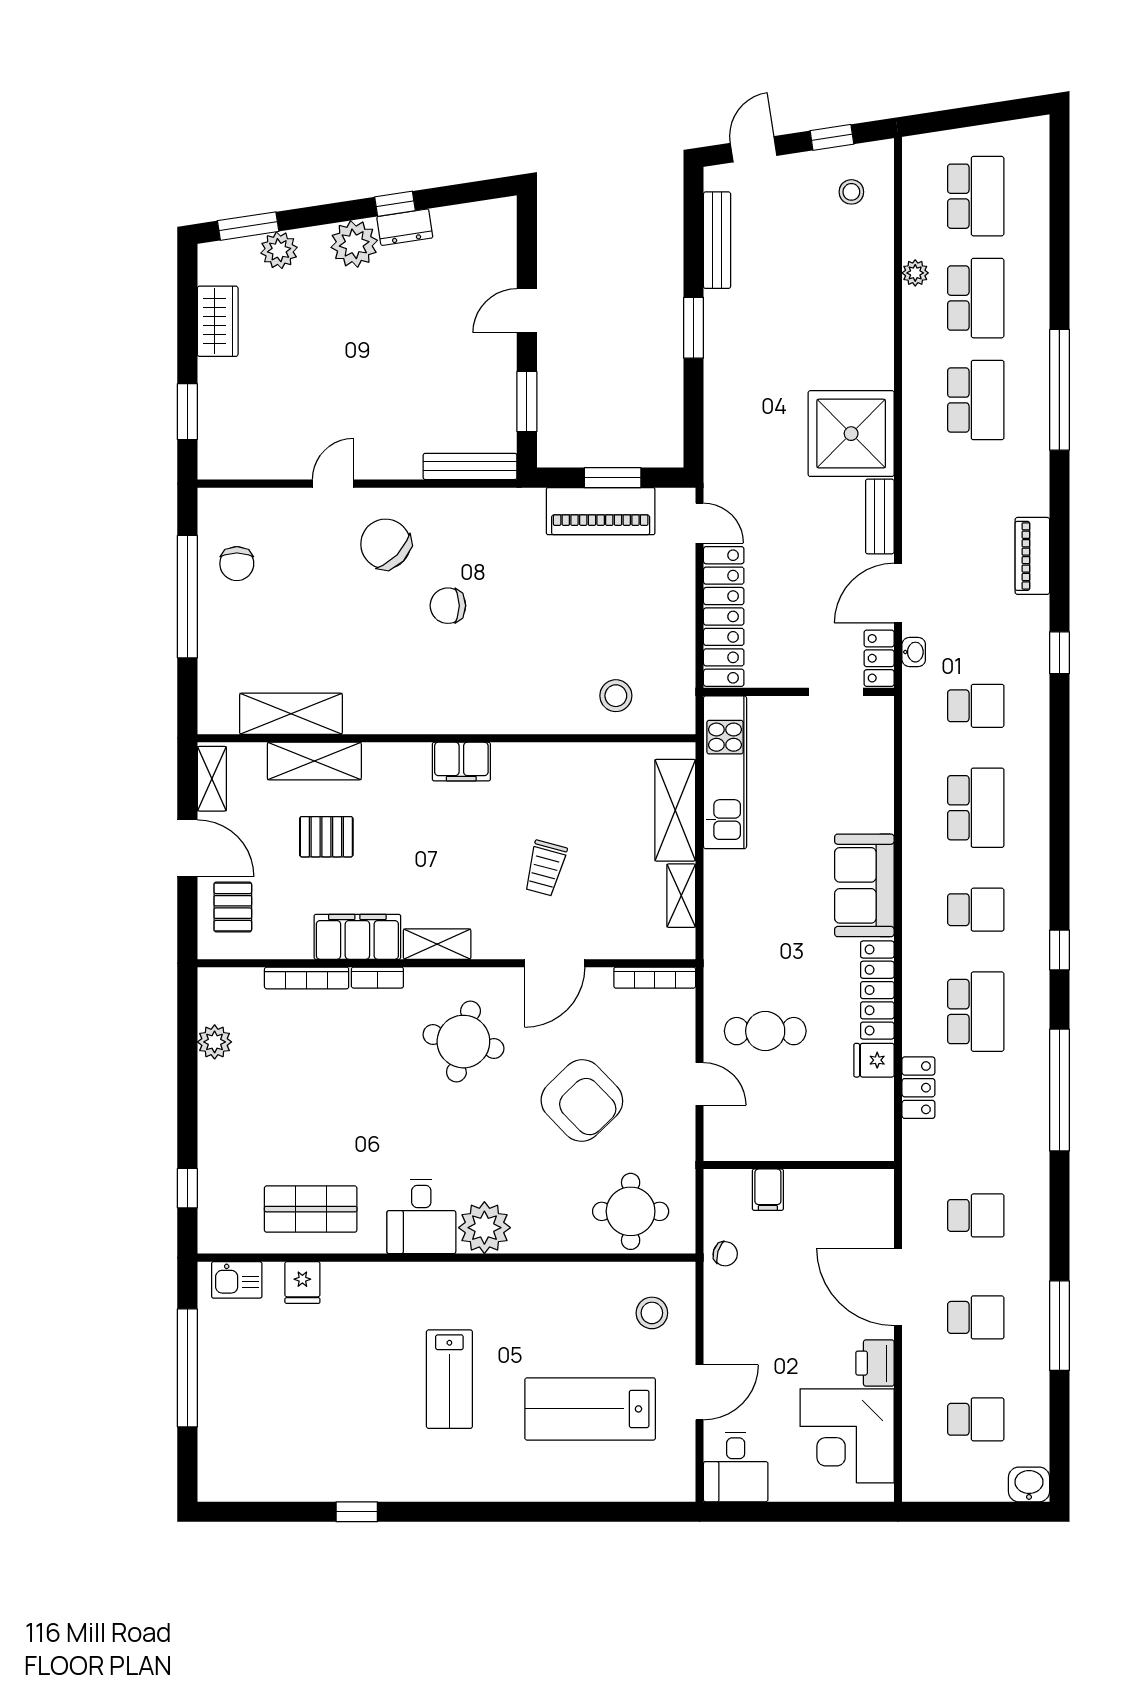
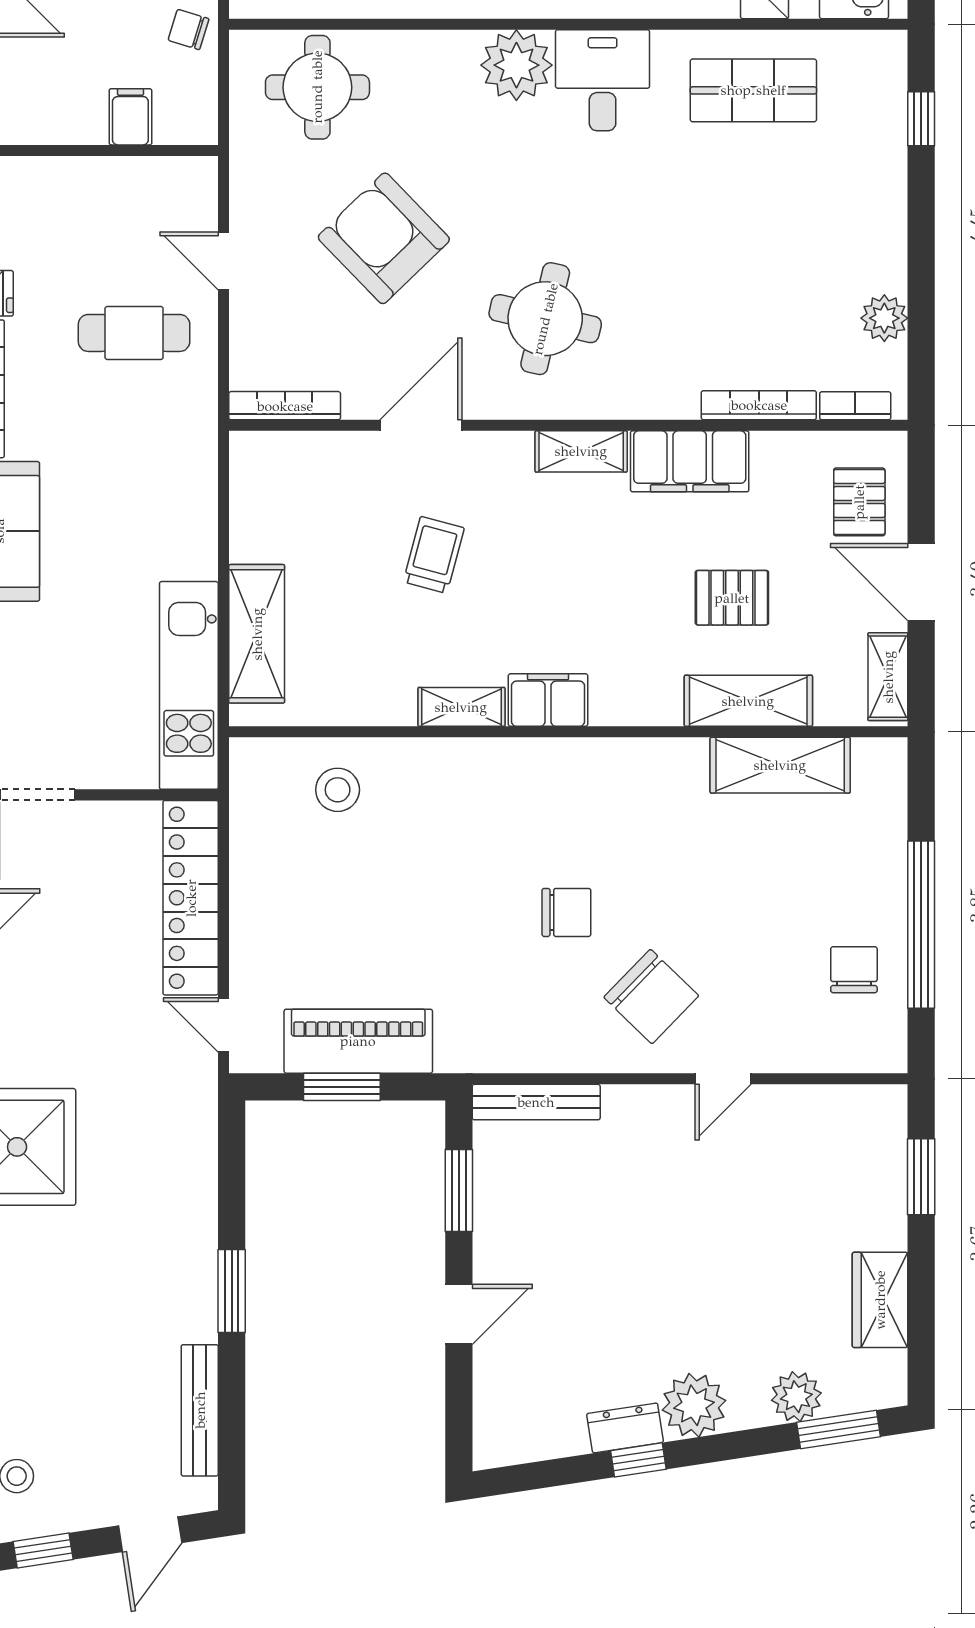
shelving: (681, 896) -> (461, 707), moved, turned 90
bookcase: (377, 978) -> (855, 406), moved

